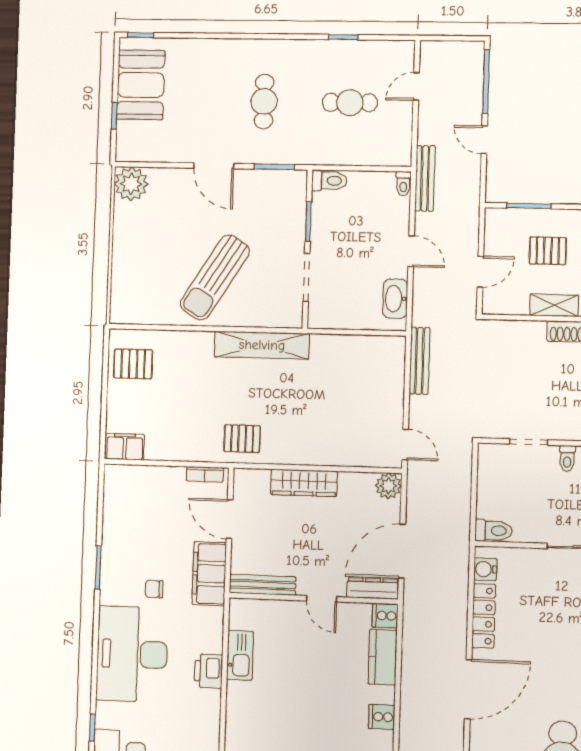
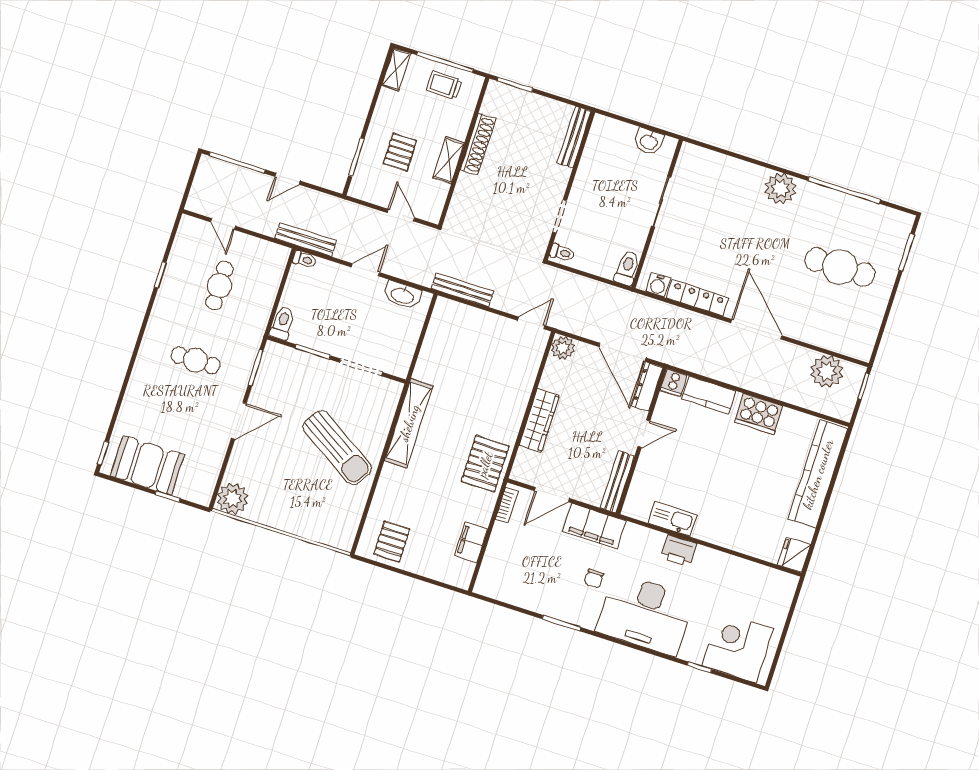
pallet: (242, 439) -> (485, 464), width x1.50, depth x1.42
filing cabinet: (125, 447) -> (471, 542), moved
toilet: (567, 458) -> (562, 253), moved
cooker: (382, 717) -> (759, 414), width x1.87, depth x1.31

